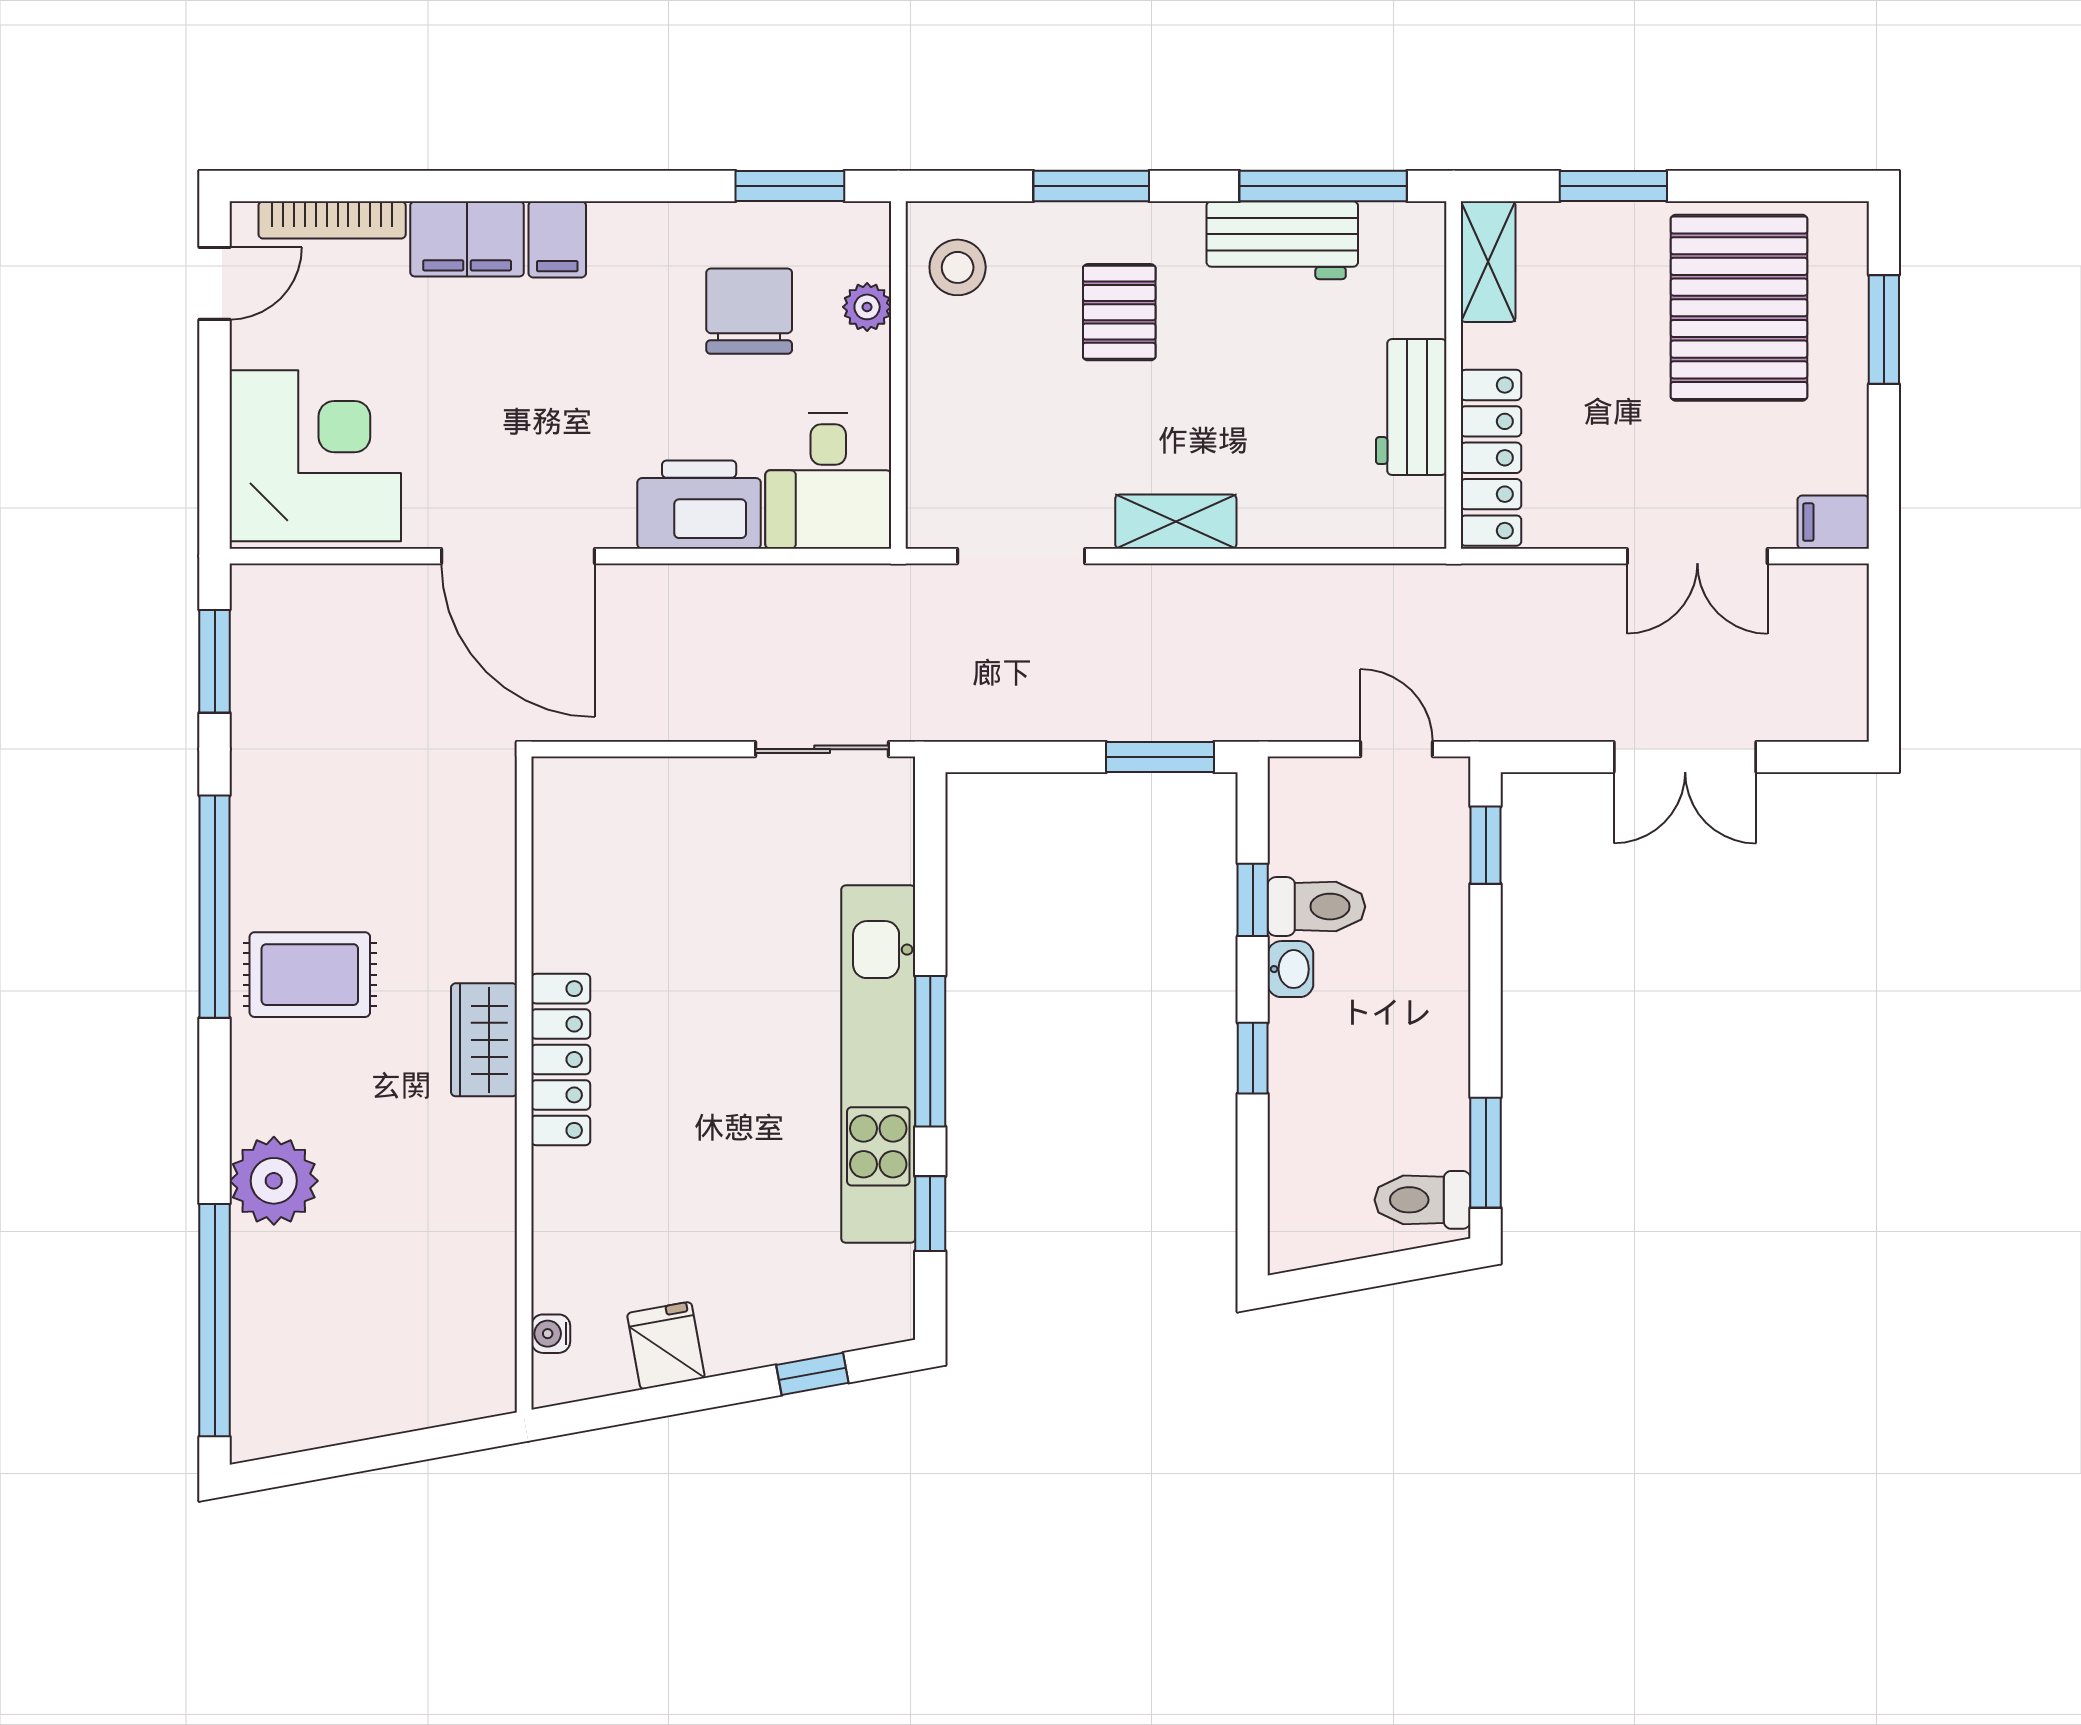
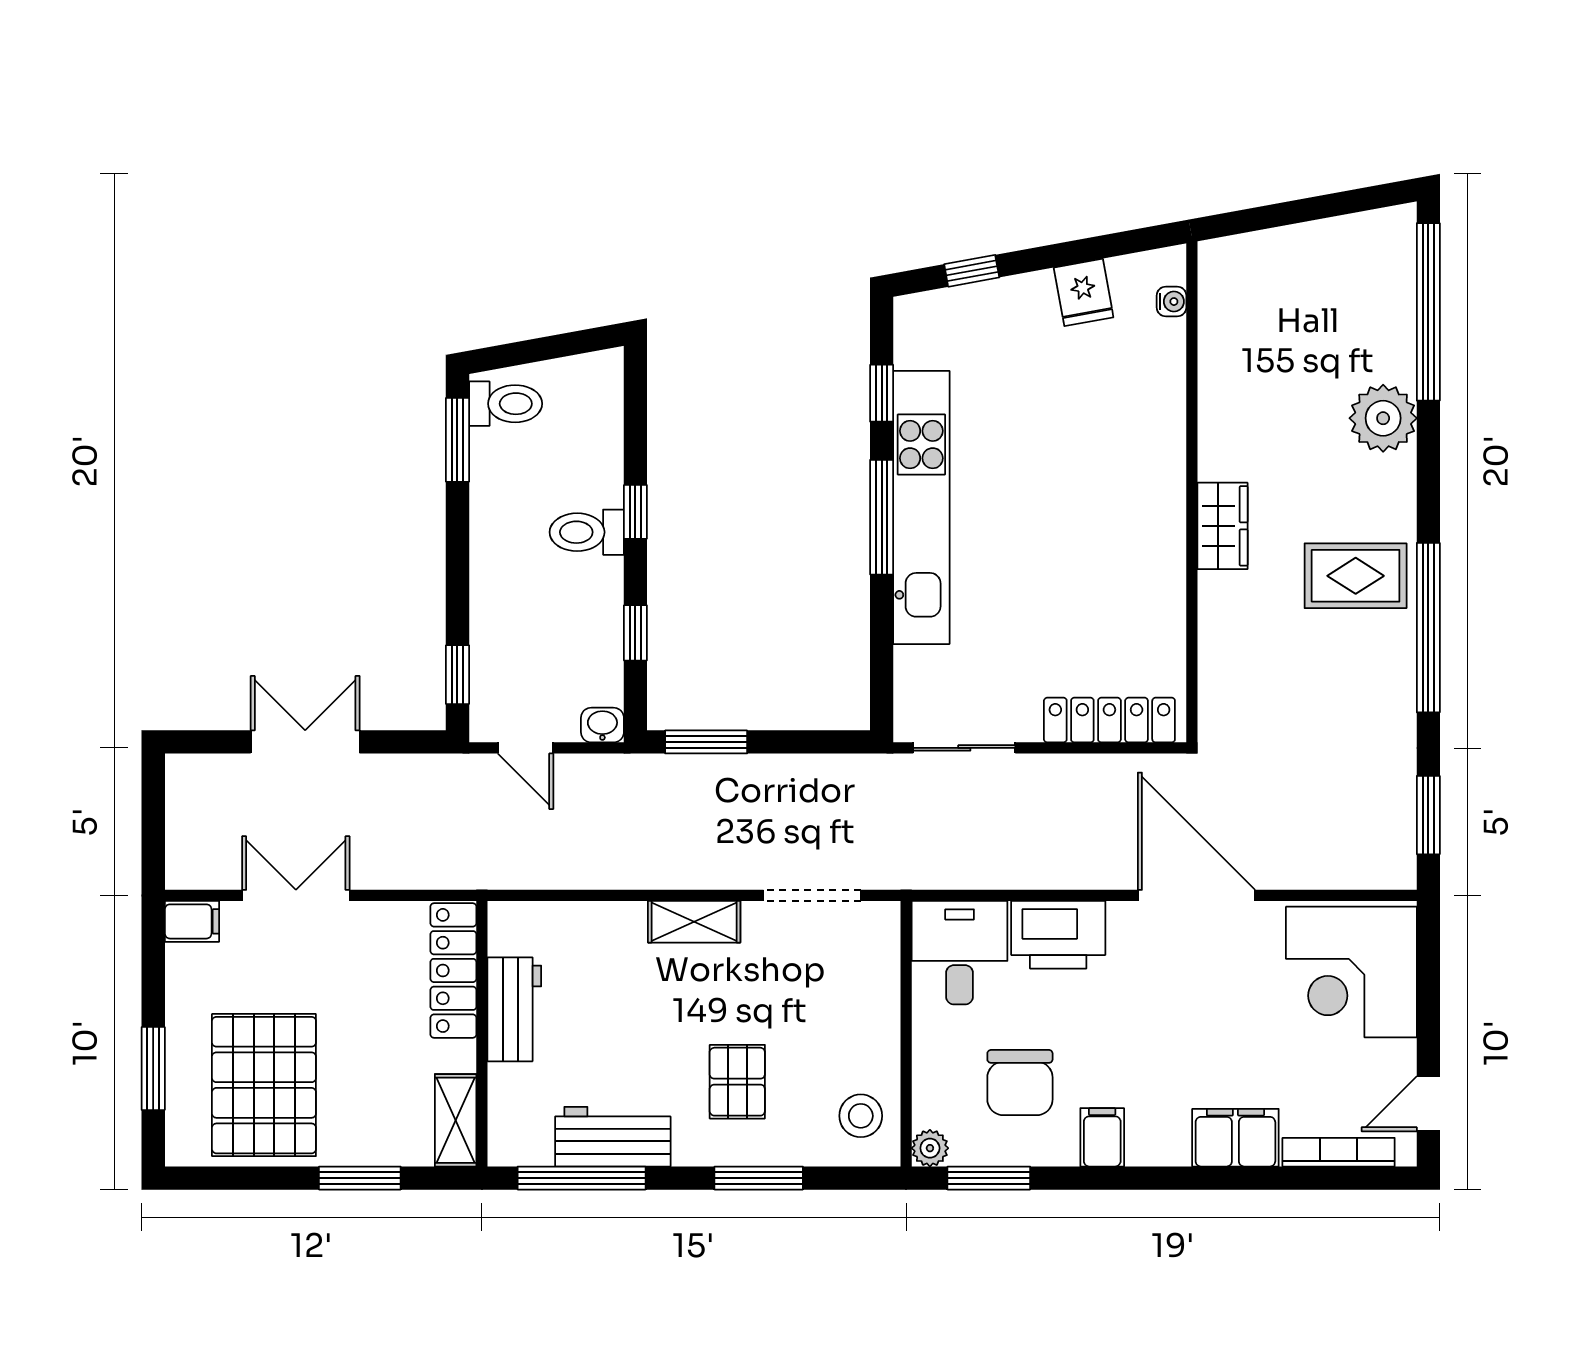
filing cabinet: (557, 239) -> (1102, 1137), moved
plant: (867, 307) -> (930, 1148), moved
toilet: (1316, 907) -> (587, 532), moved
washbasin: (1290, 969) -> (602, 725), moved, turned 90
locker: (561, 1060) -> (1109, 720), moved, turned 90

